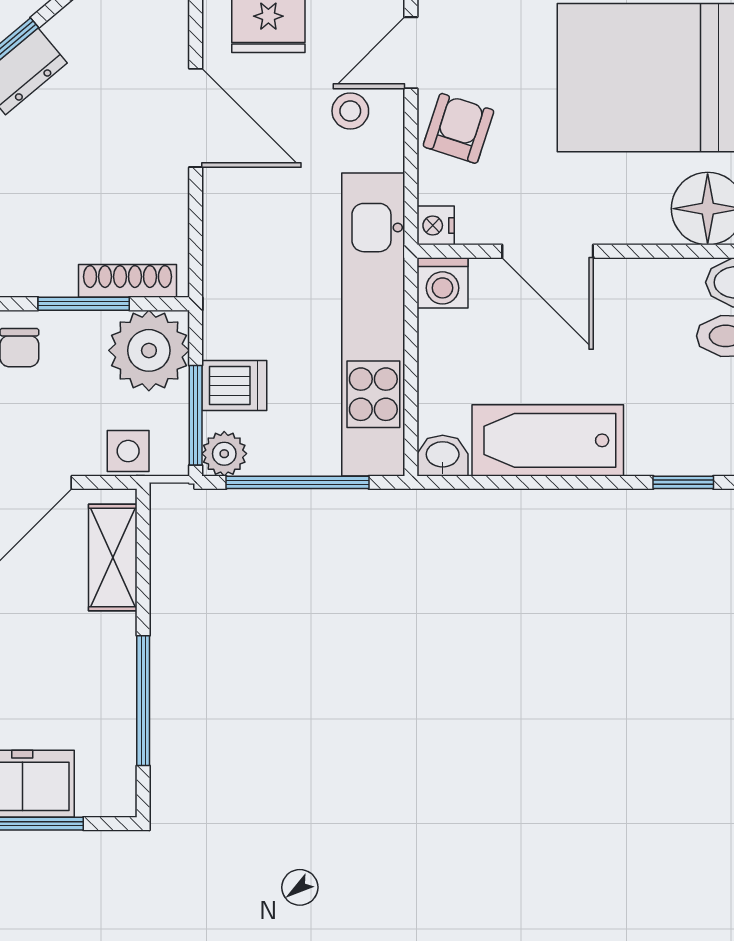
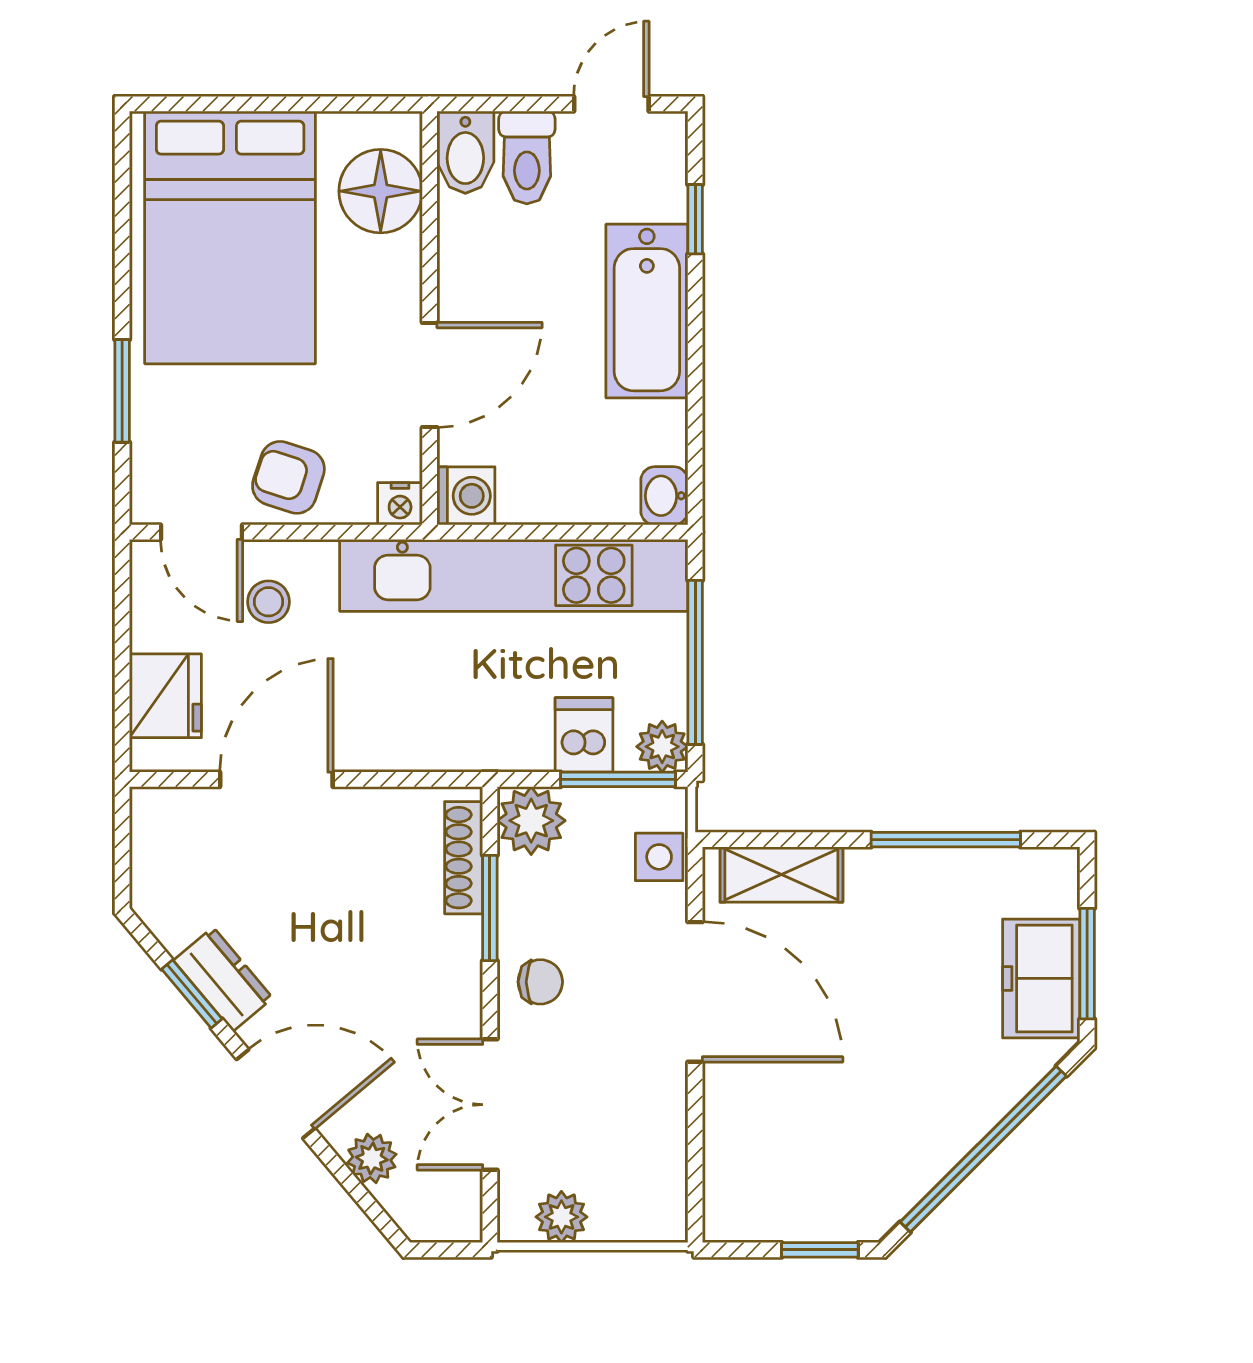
plant: (149, 350) -> (531, 821), width x0.73, depth x0.73
bathtub: (548, 440) -> (647, 311), moved

